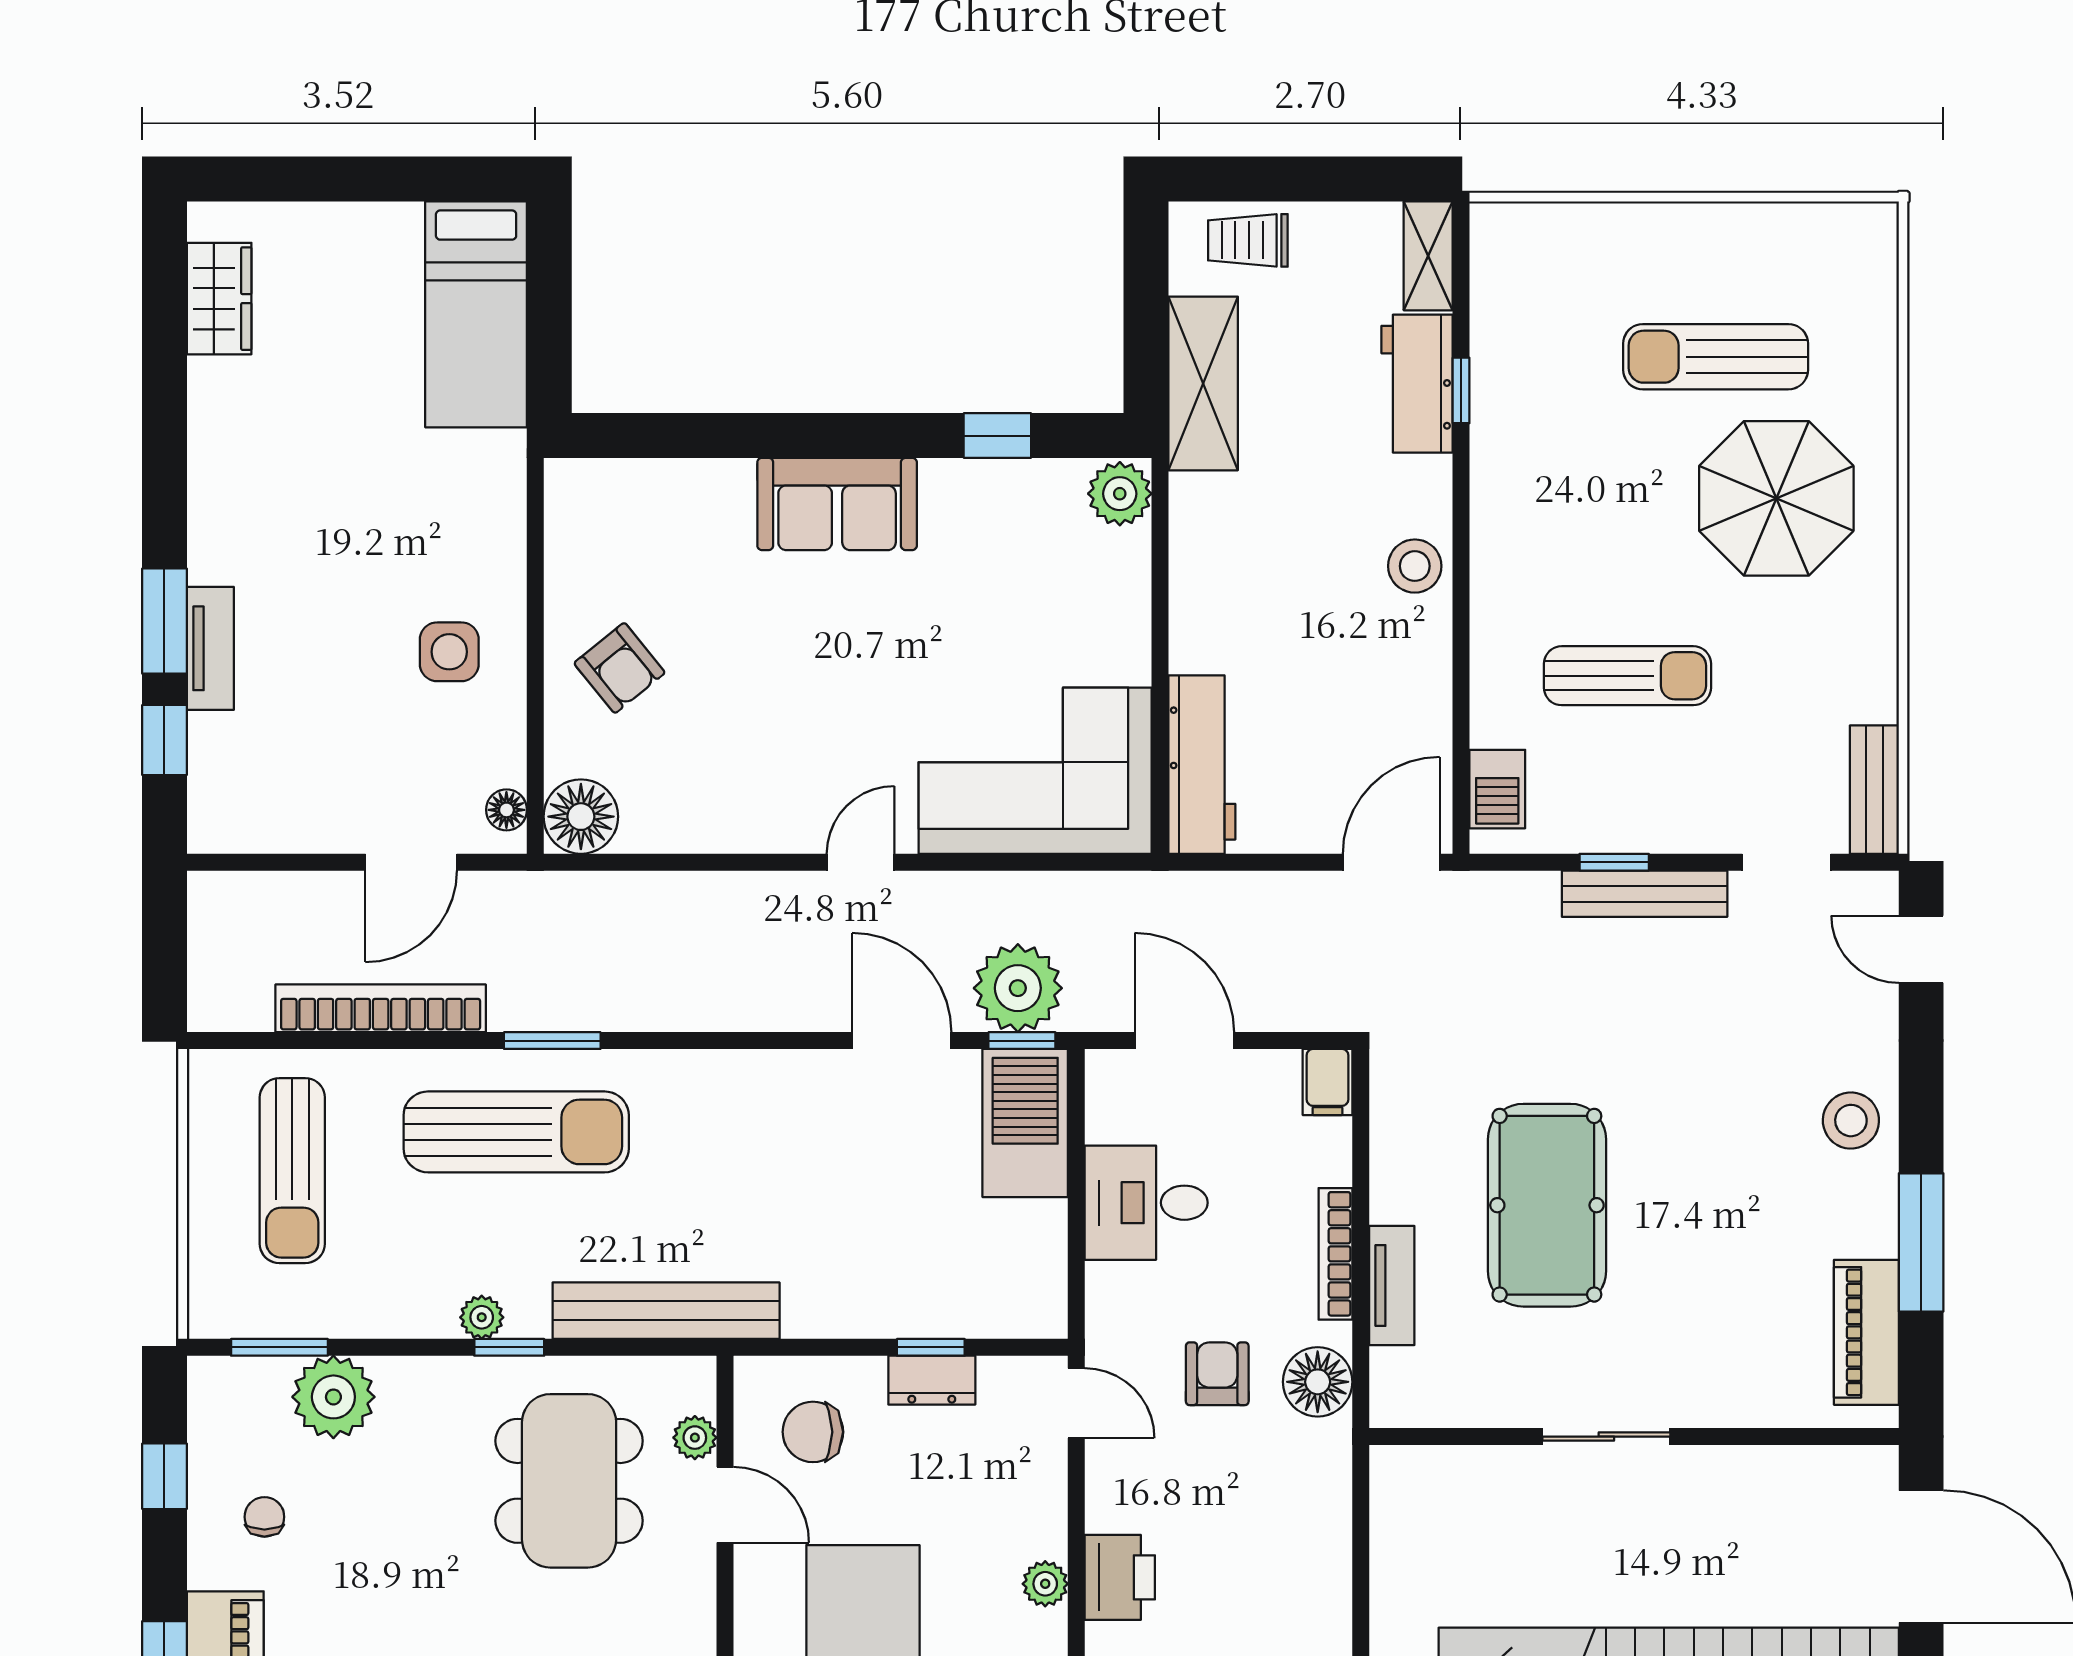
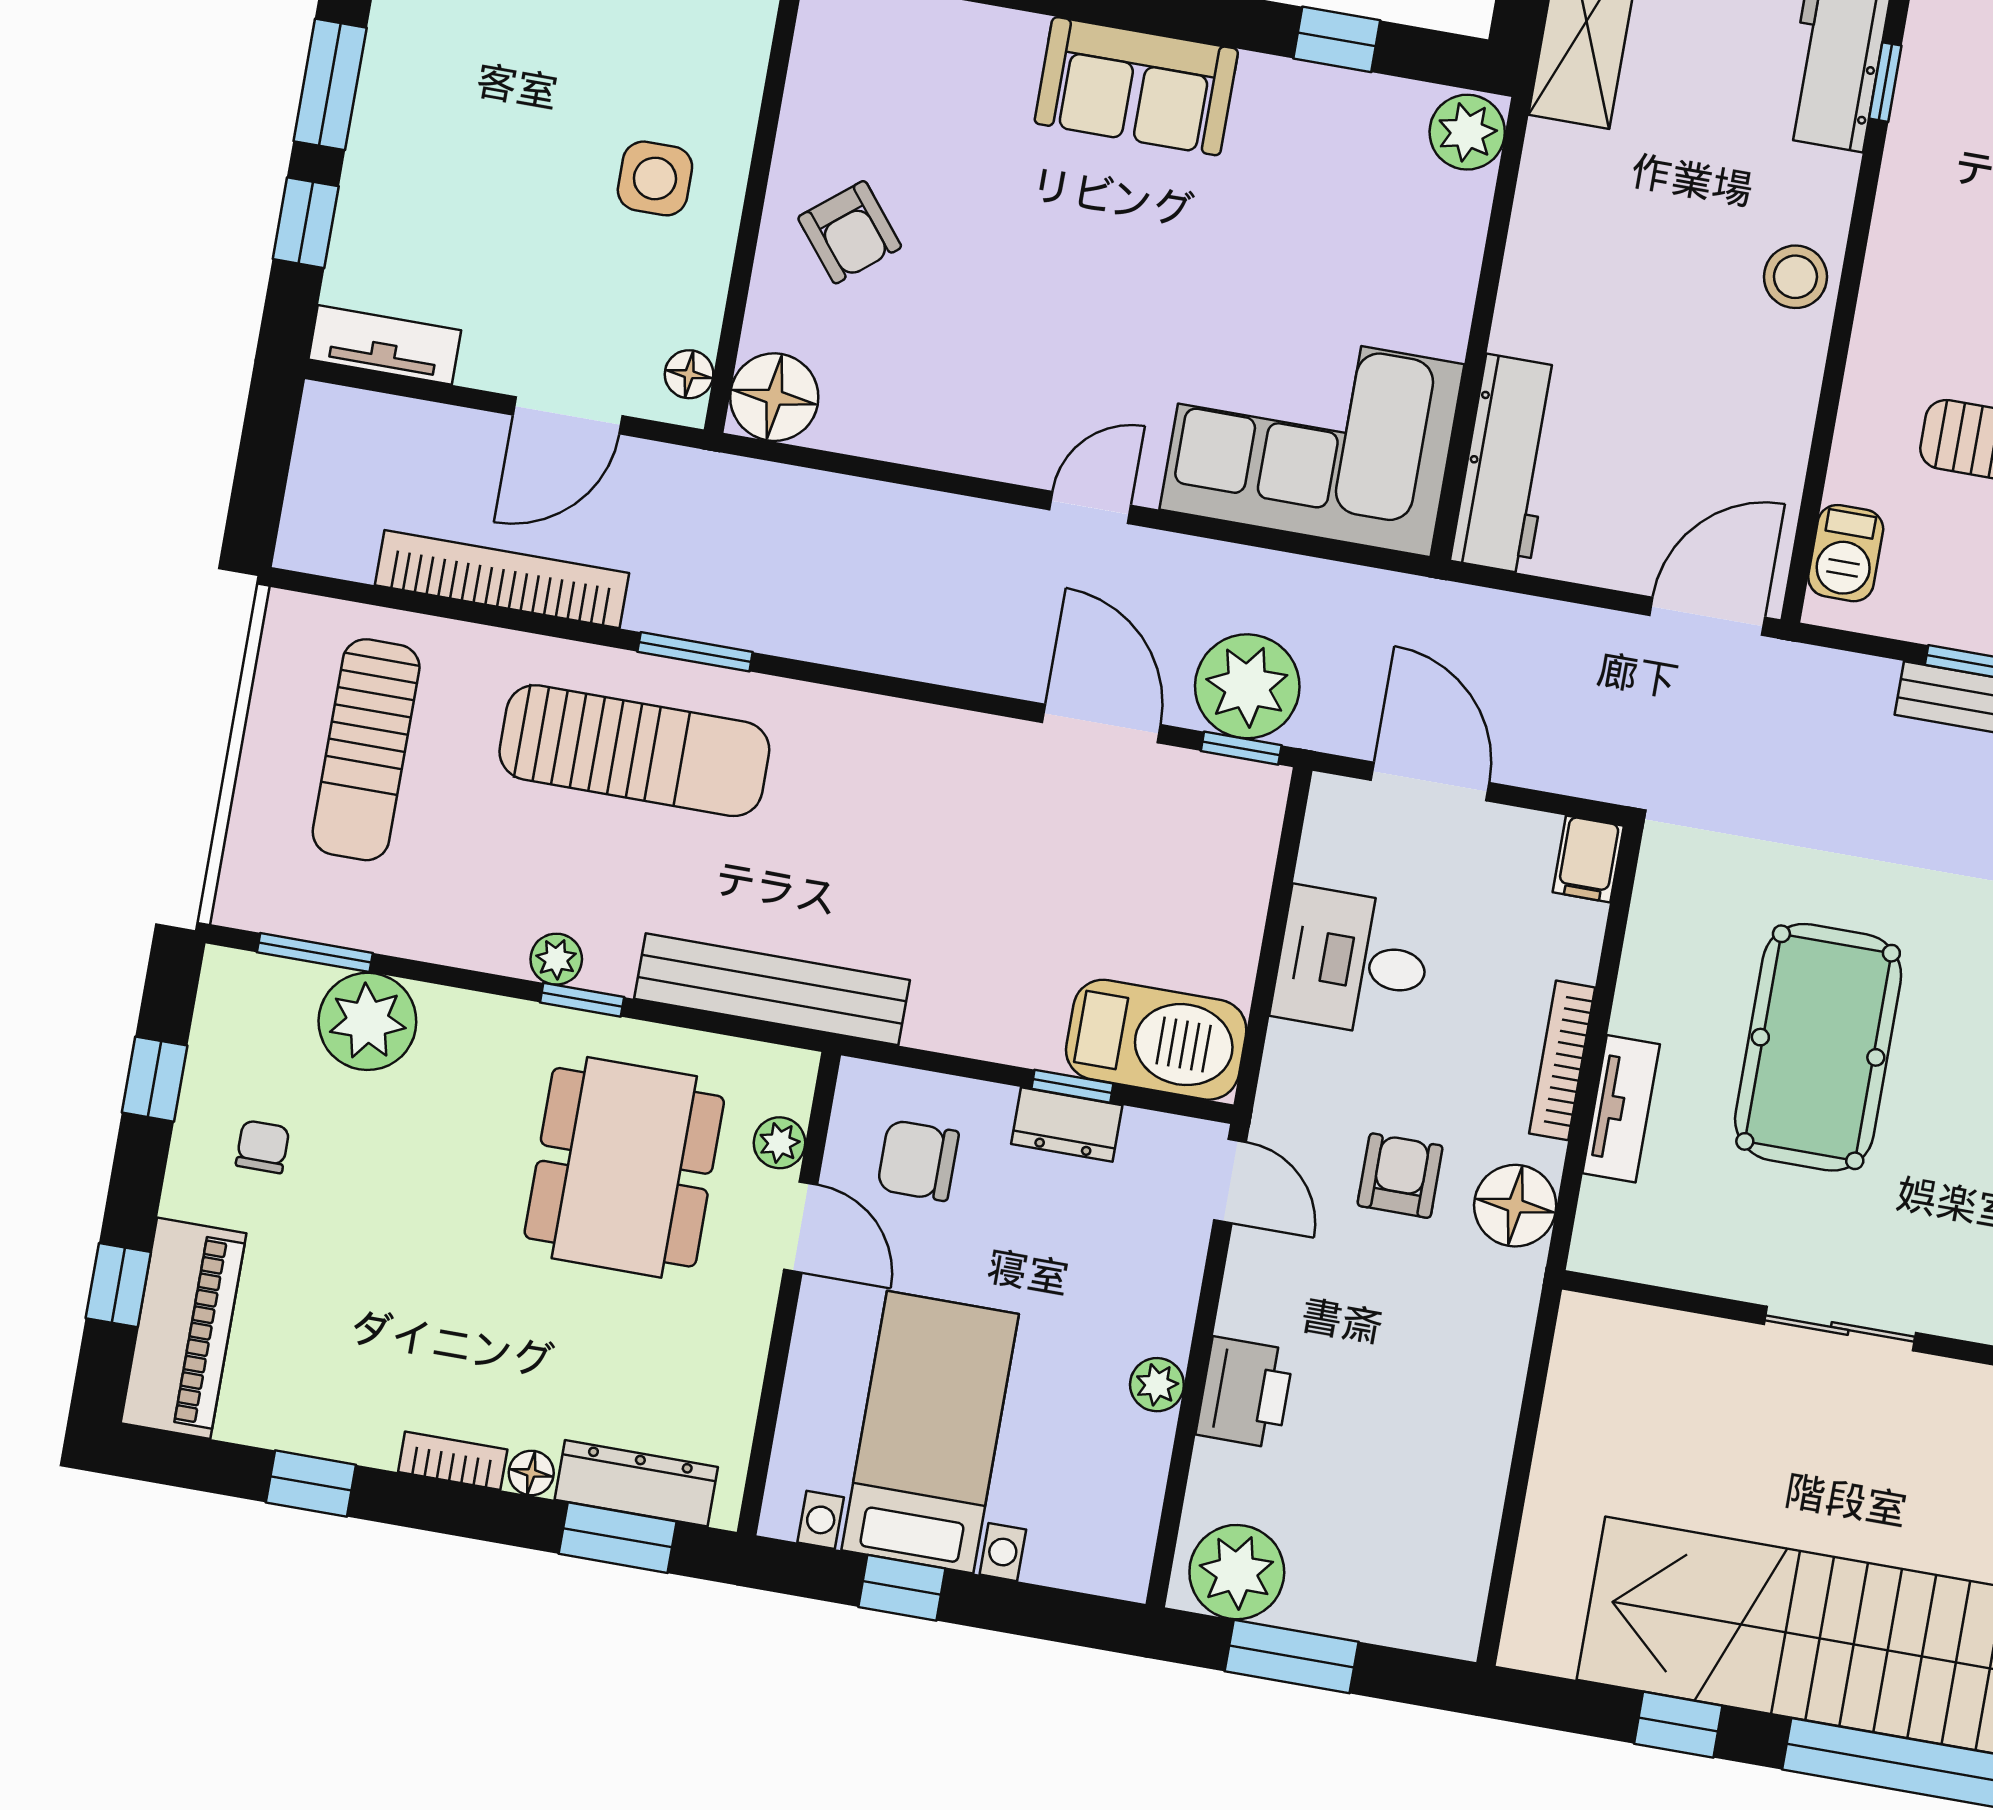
tv unit: (210, 648) -> (385, 345), moved, turned -90
barbecue: (1025, 1123) -> (1156, 1040), moved, turned 90

